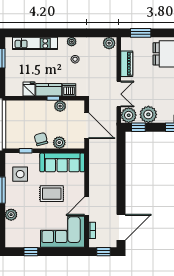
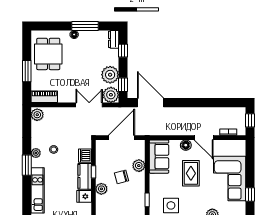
window: (60, 33) -> (27, 165), added
window: (141, 33) -> (27, 71), moved
piano: (127, 64) -> (44, 97), moved
plant: (60, 106) -> (101, 189), moved
chair: (41, 139) -> (122, 177), moved
sofa: (62, 162) -> (159, 157), width x0.73
floor lamp: (79, 189) -> (186, 145), added
door: (121, 227) -> (151, 103), moved
corner sofa: (63, 232) -> (230, 179), moved

